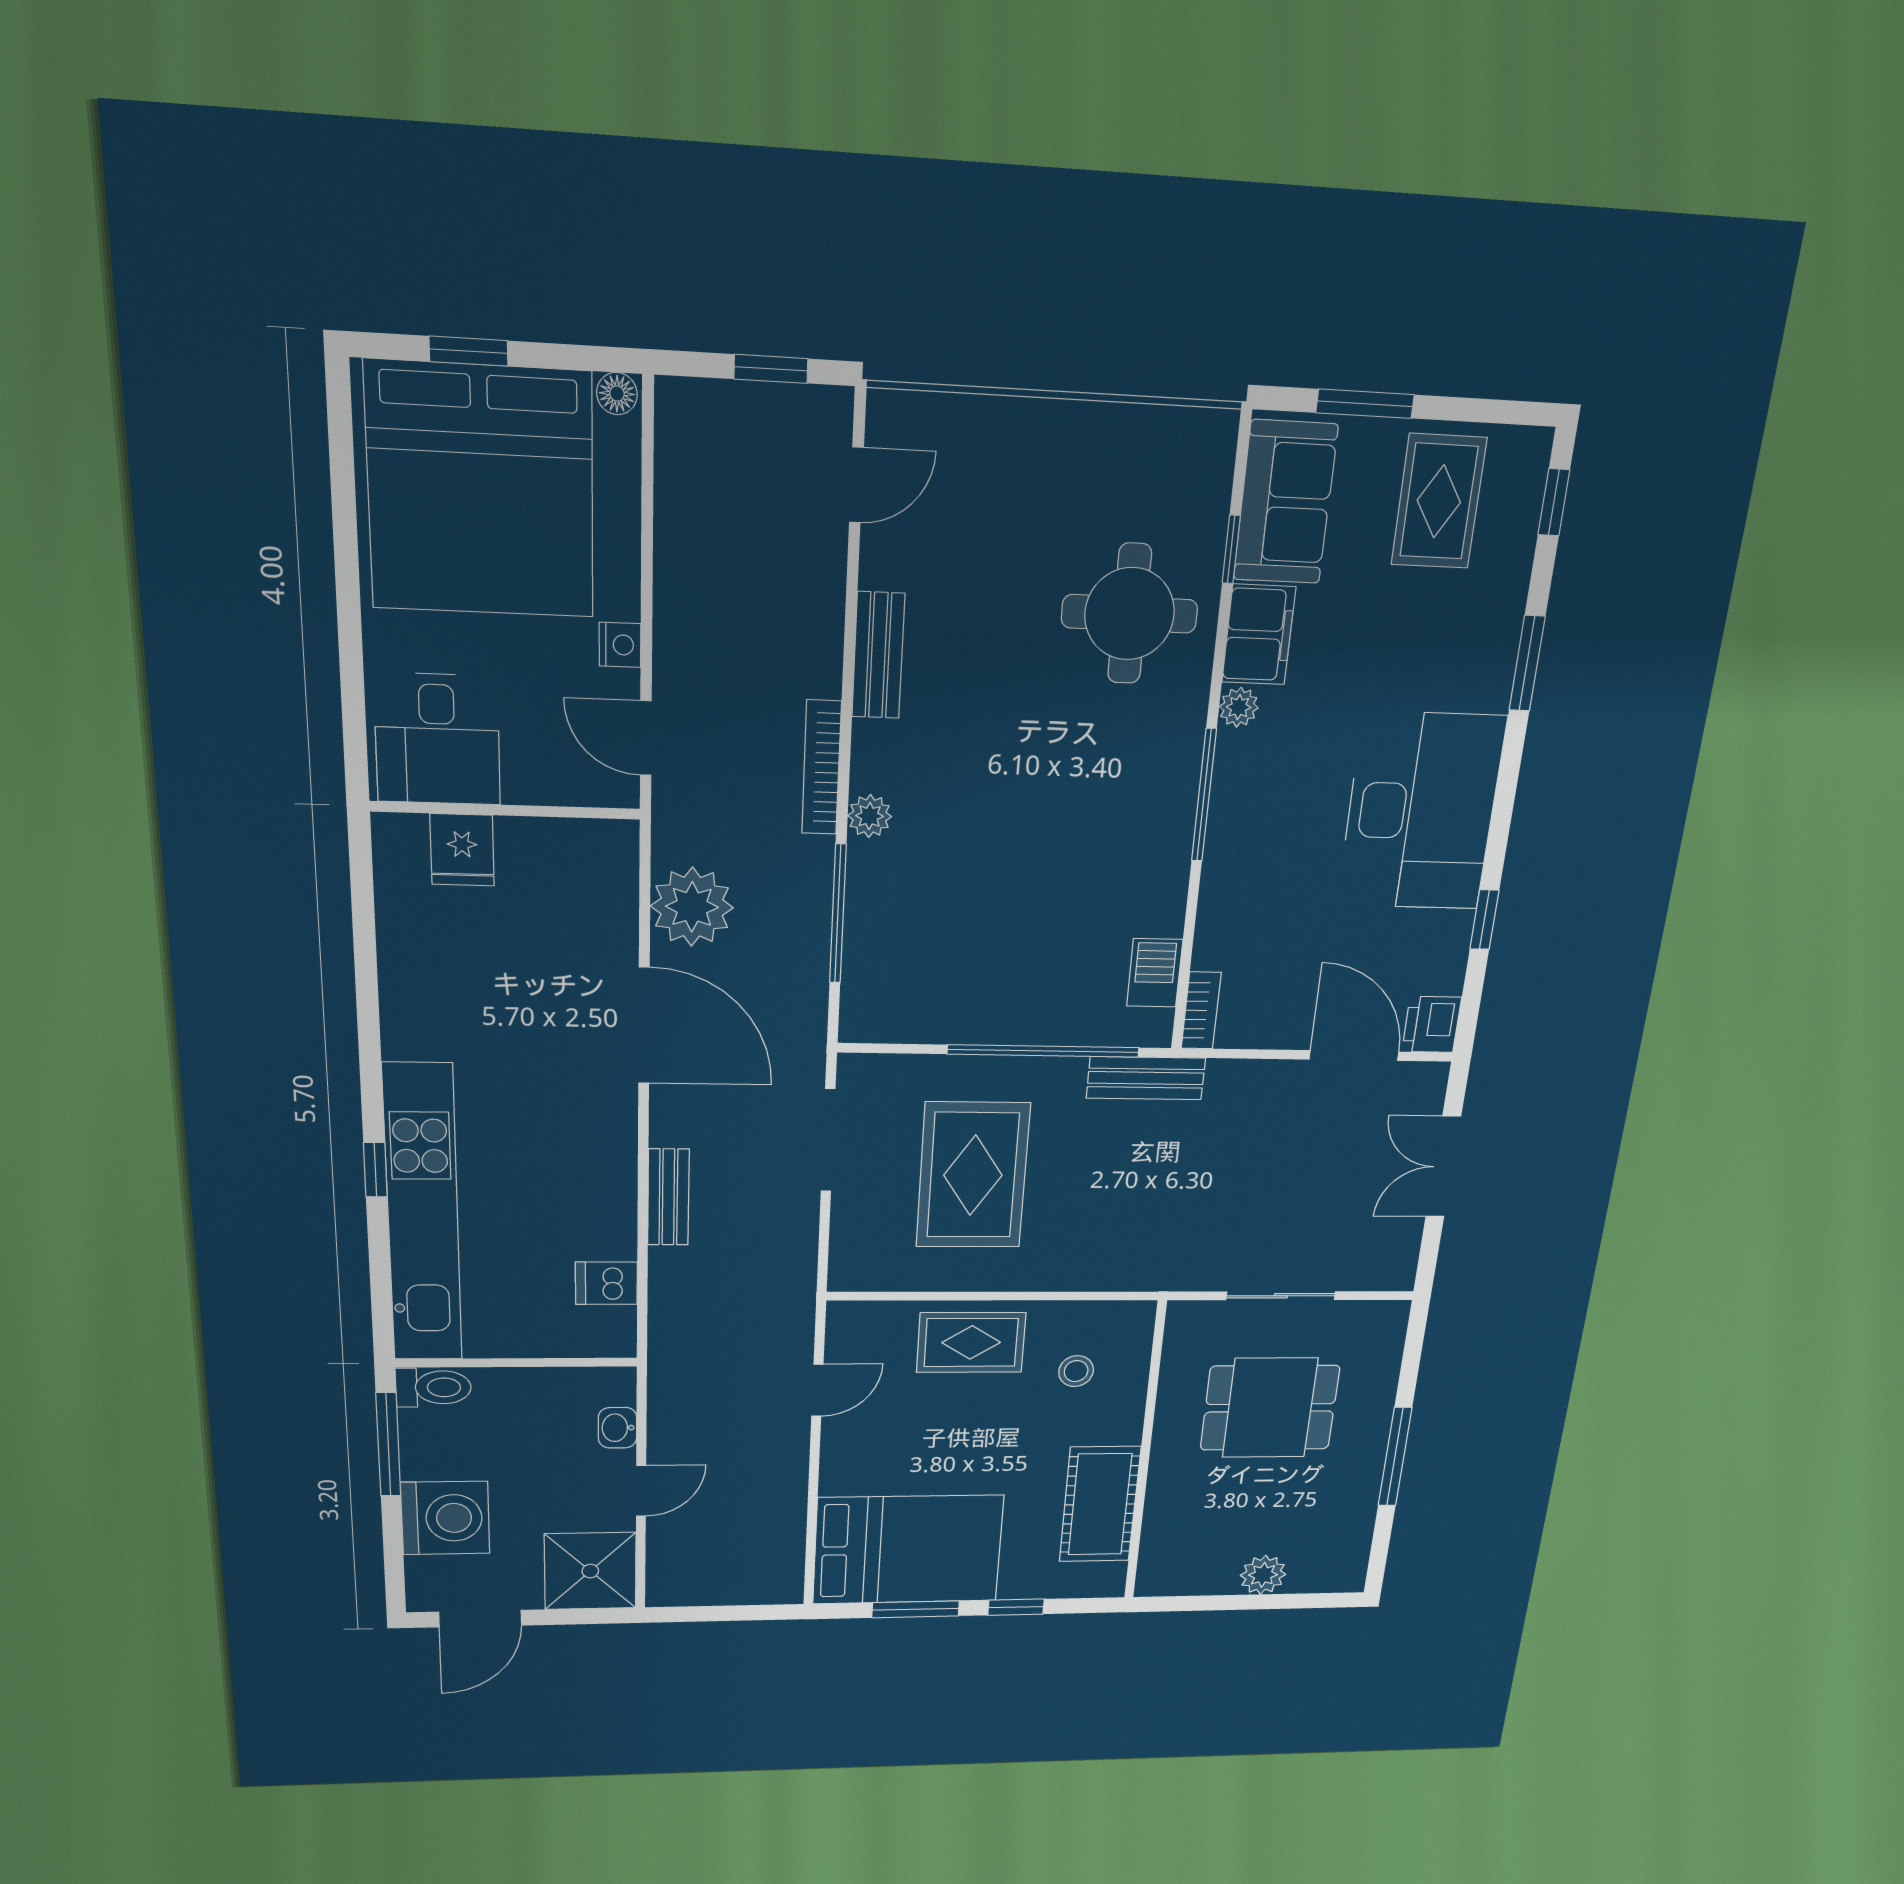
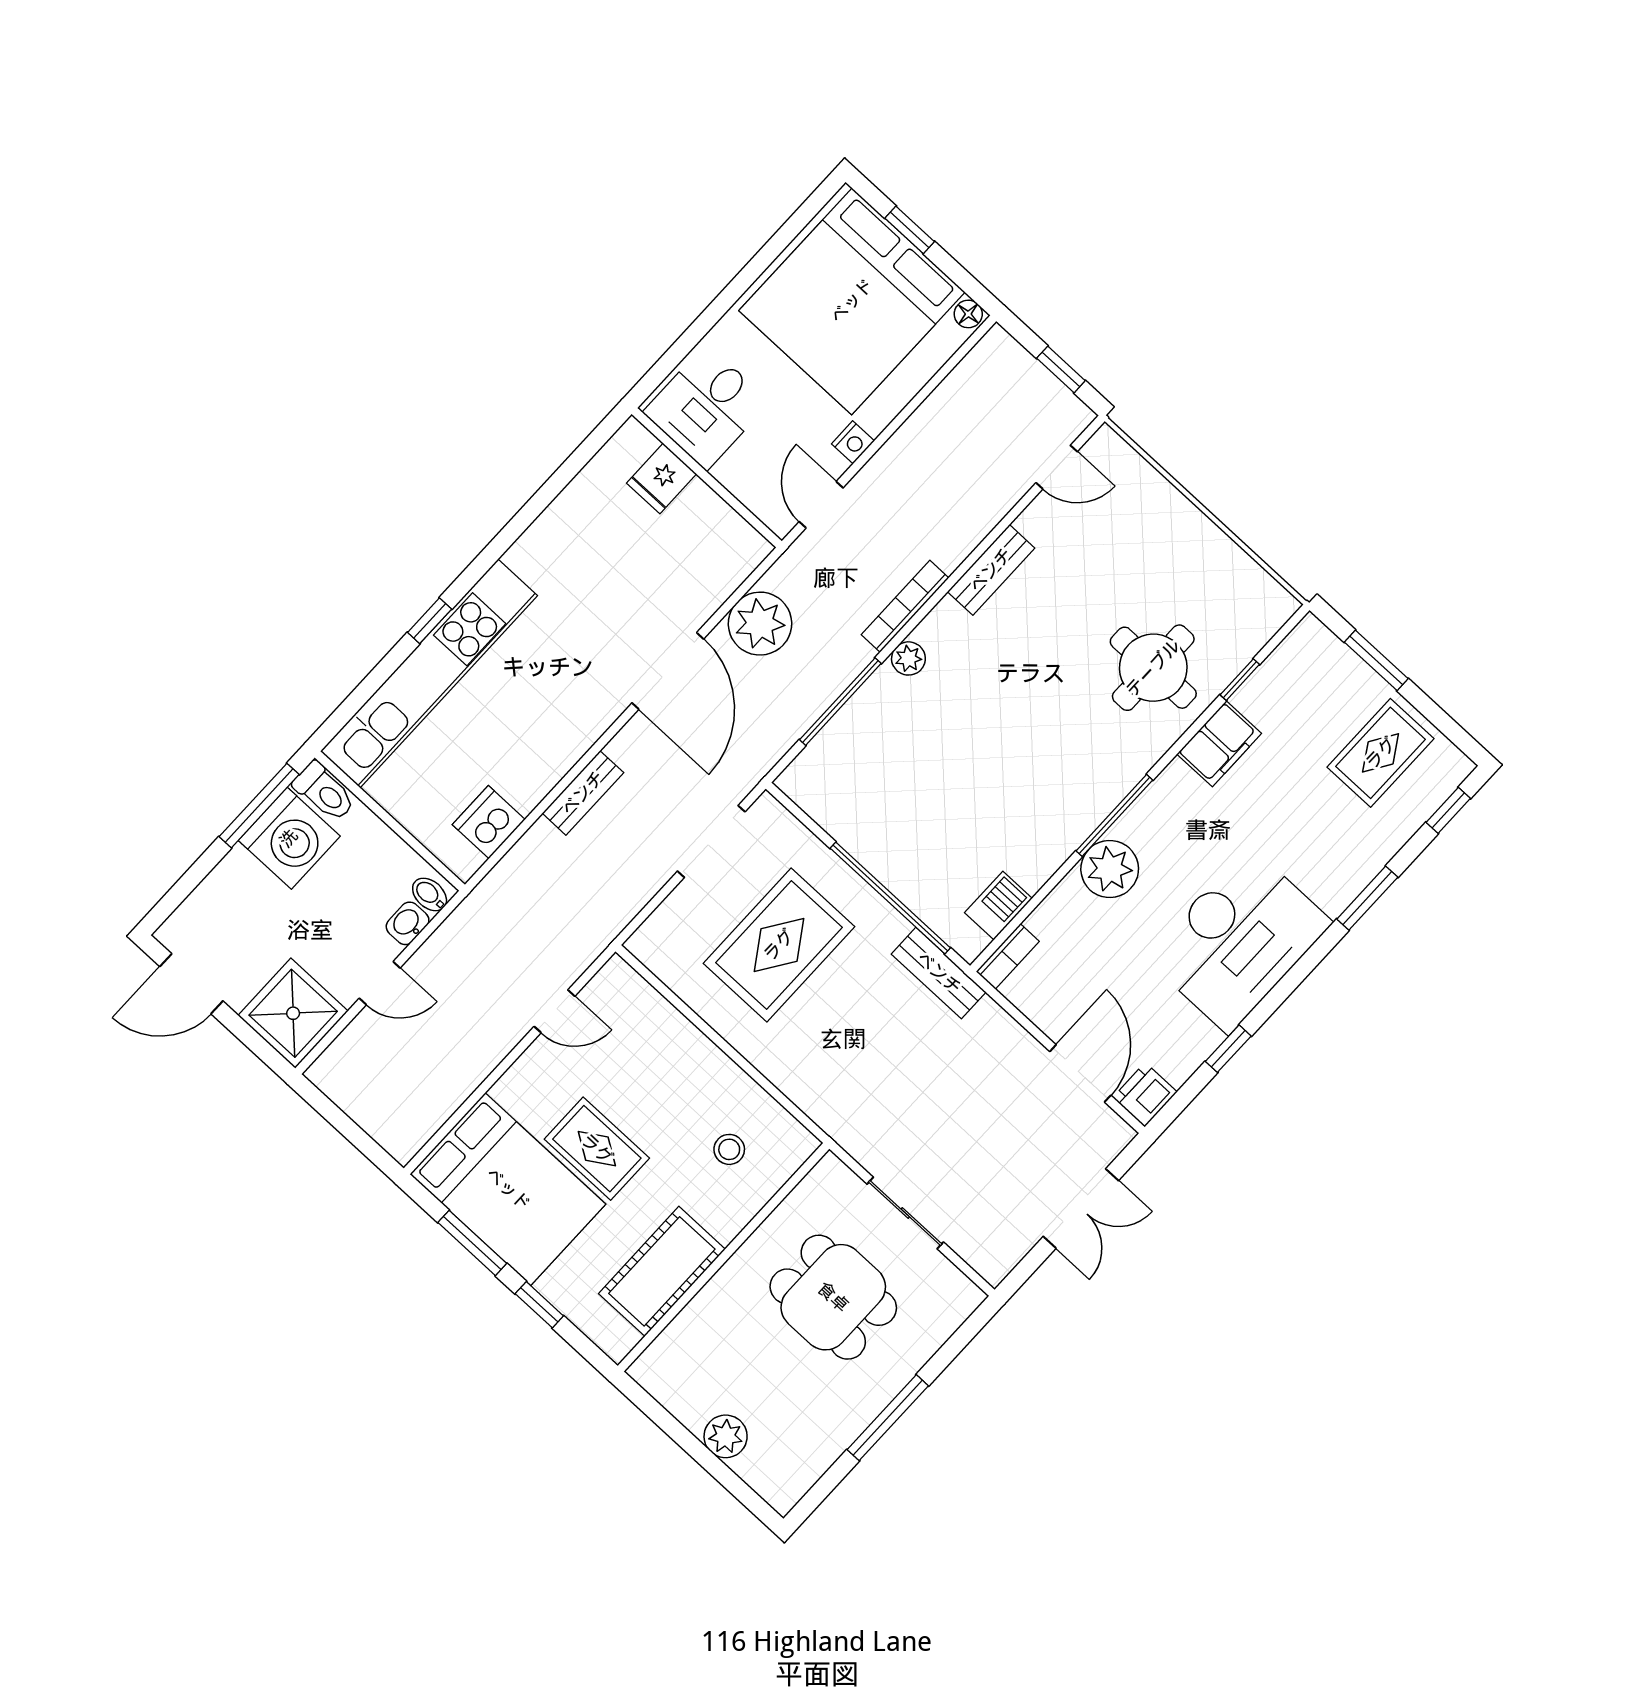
sofa: (1285, 502) -> (1291, 679), removed
plant: (1239, 707) -> (1110, 869), moved, width x1.87, depth x1.87
double door: (1443, 1167) -> (1081, 1209), swing flipped
dishwasher: (606, 1283) -> (489, 822), width x1.38
rug: (971, 1342) -> (597, 1149), moved
bidet: (613, 1390) -> (430, 894), added
washing machine: (445, 1518) -> (289, 838), moved

